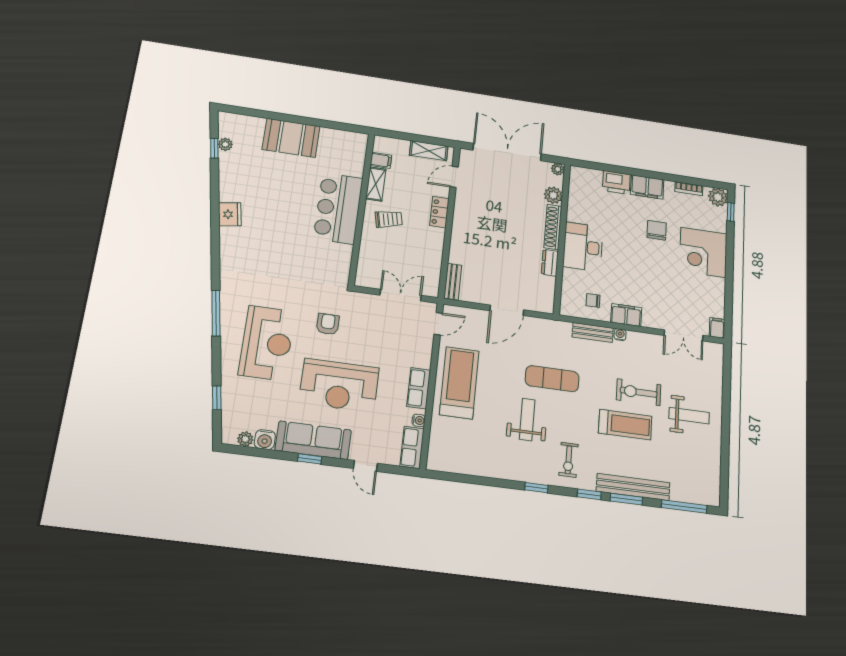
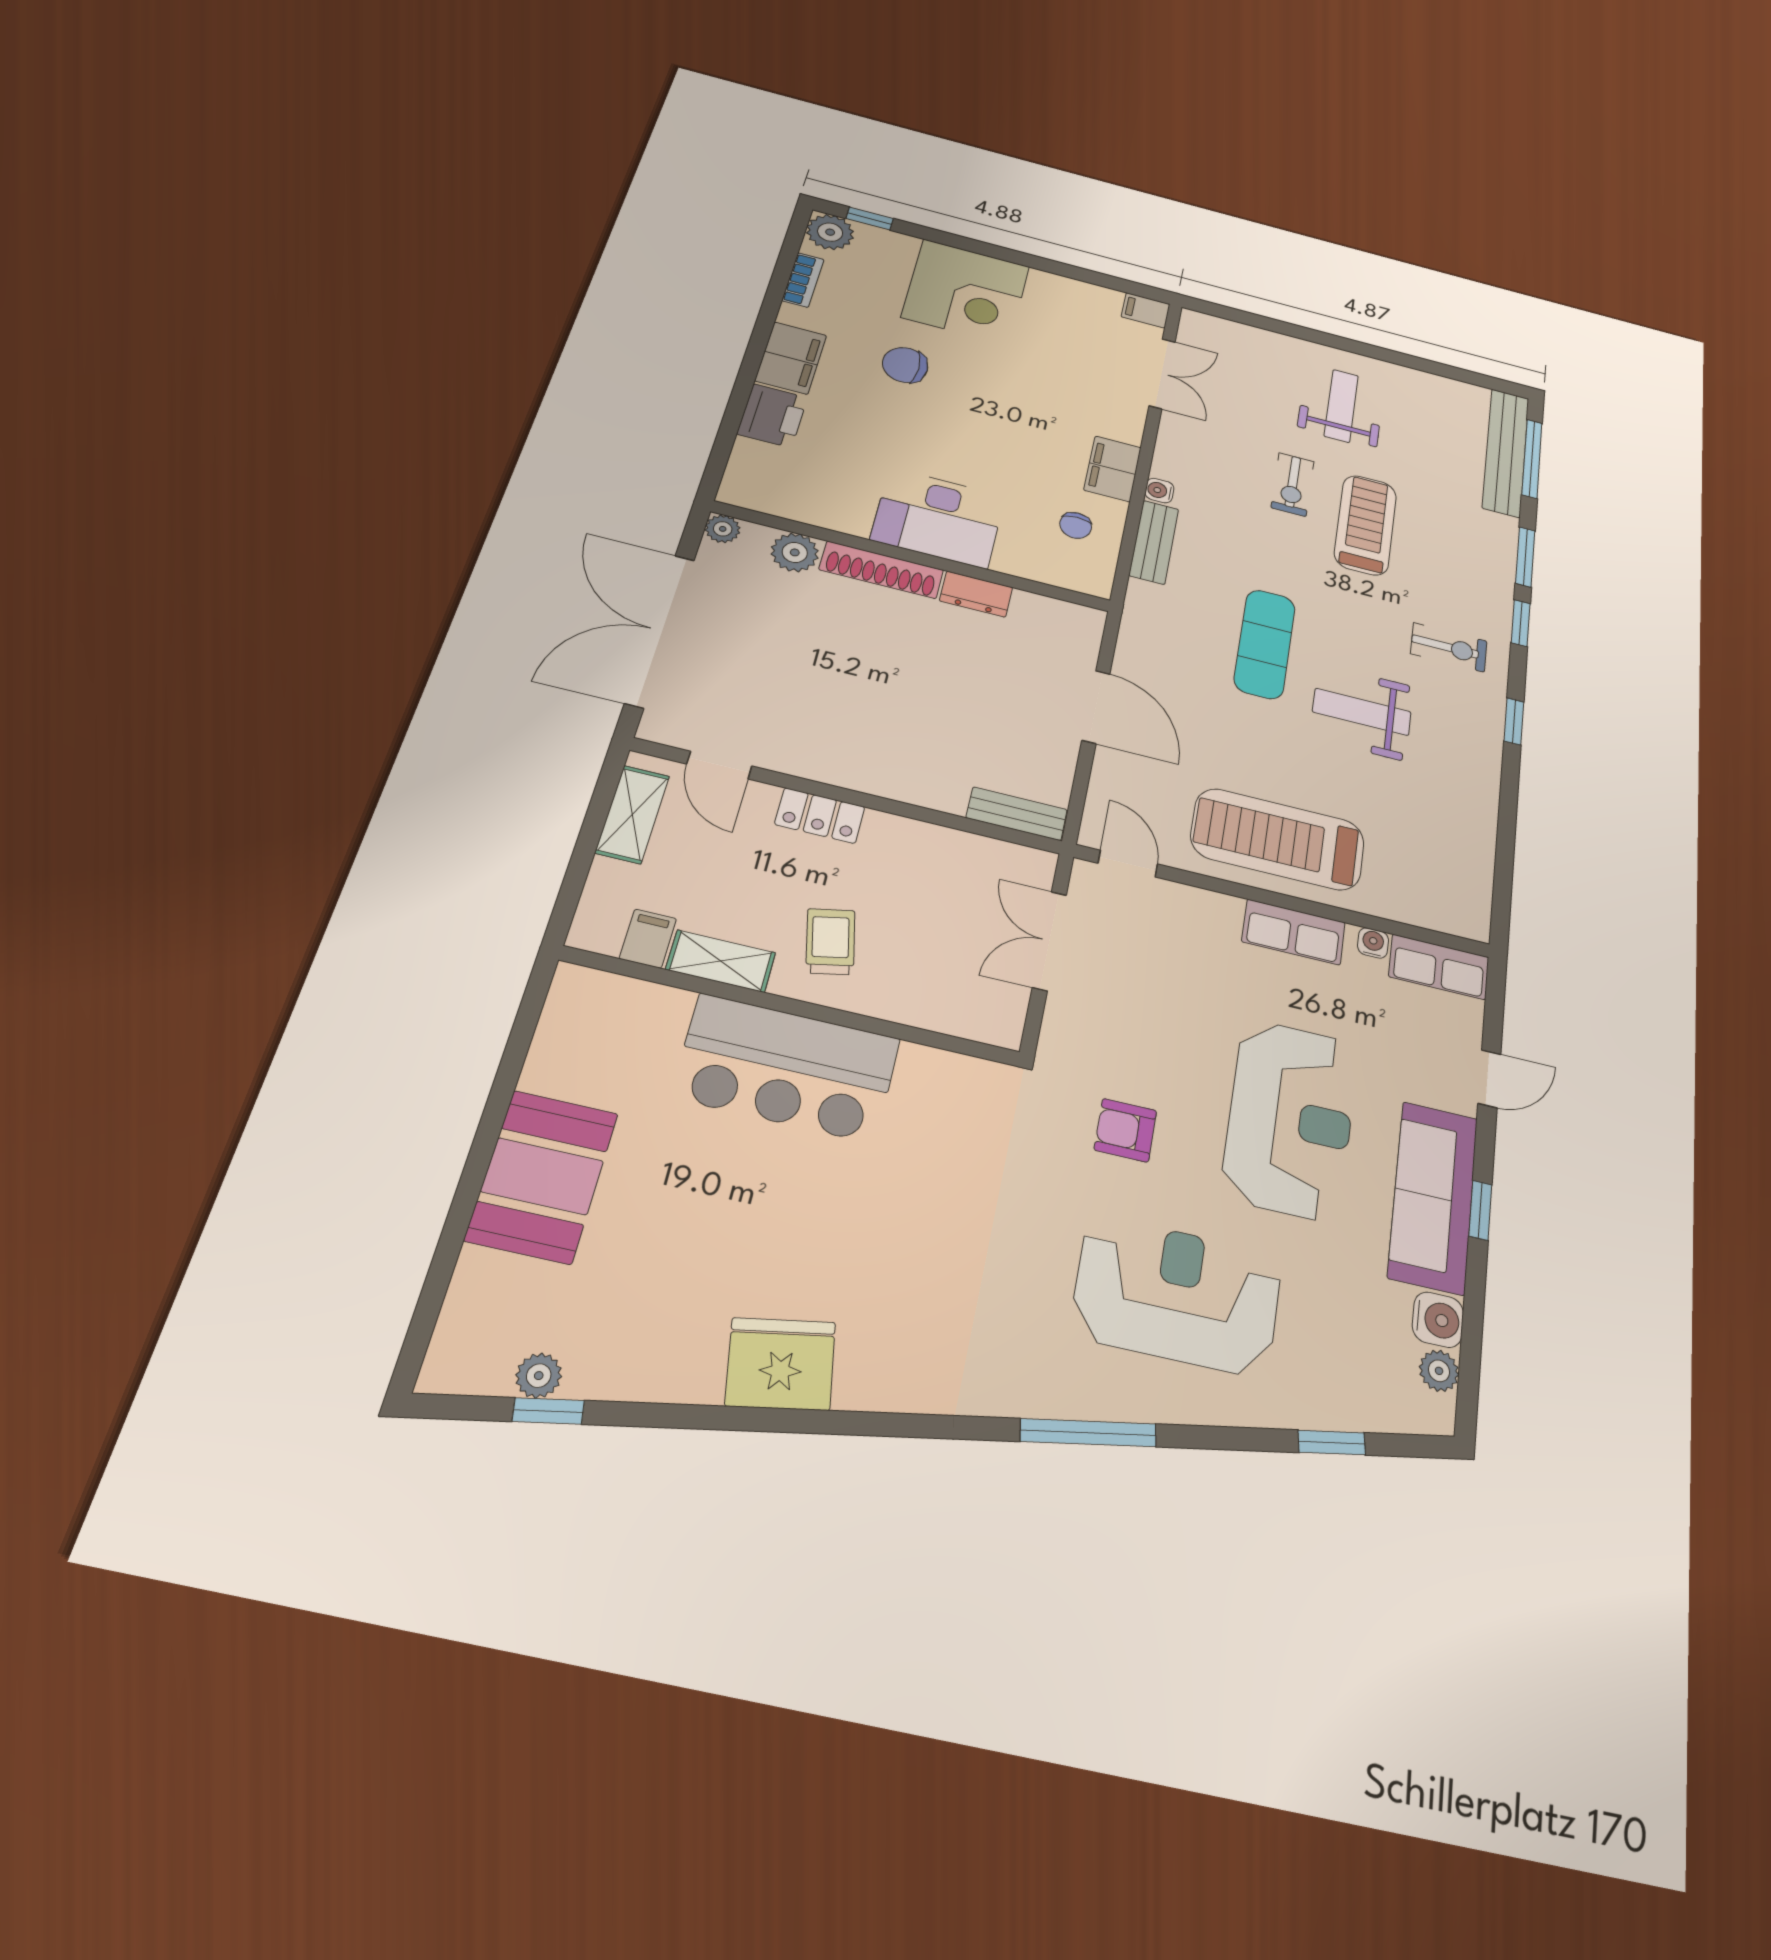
fridge: (230, 214) -> (781, 1364), width x1.36, depth x1.34
exercise bike: (639, 392) -> (1292, 485), width x0.73, depth x0.72
bench: (633, 487) -> (1506, 452), moved

